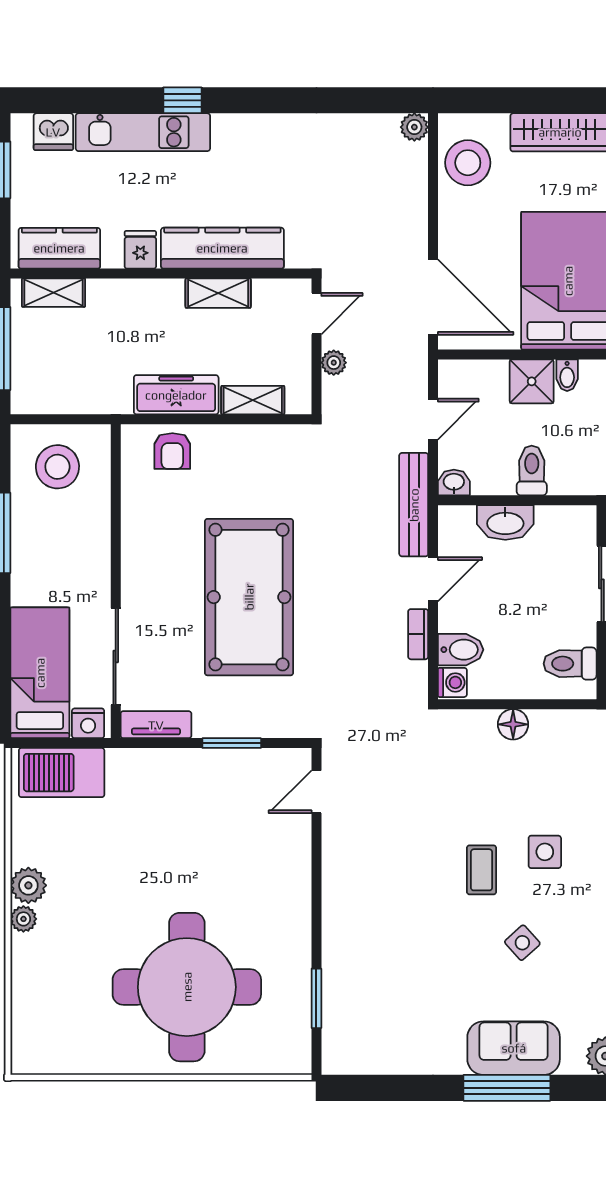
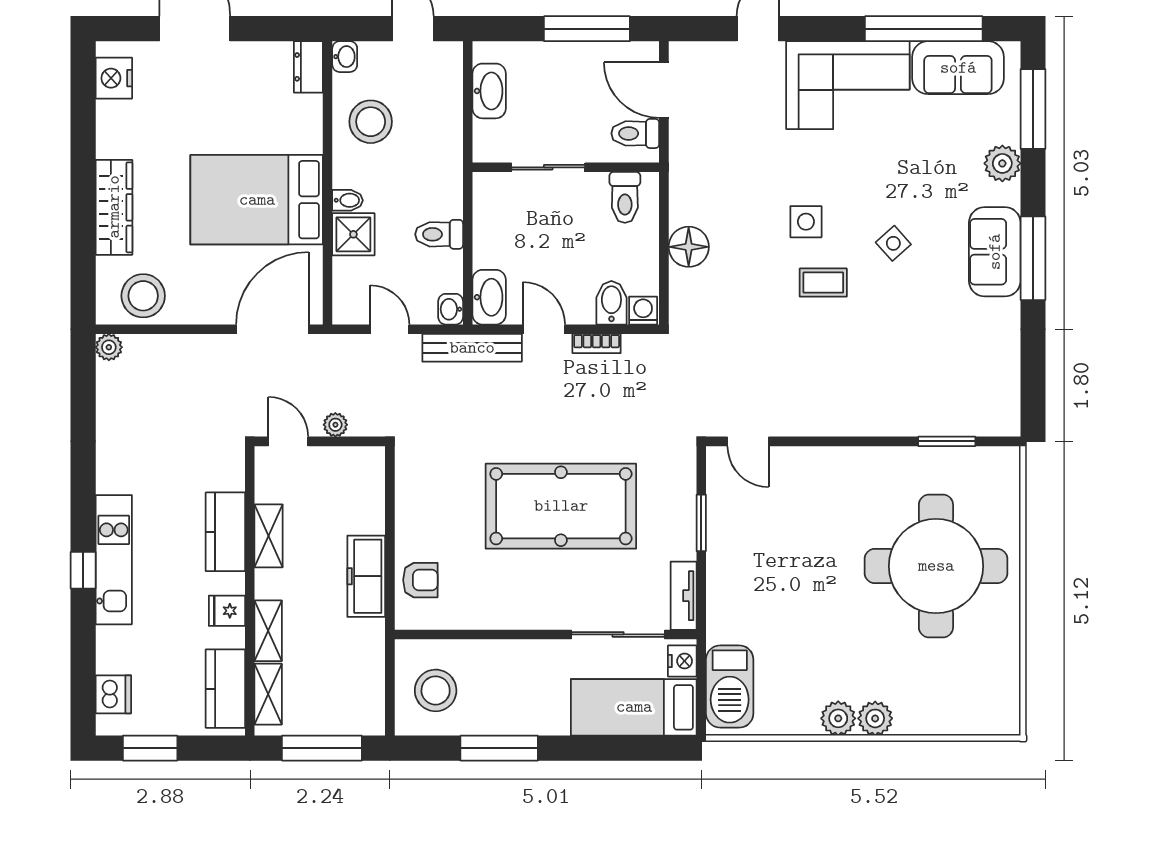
kitchen unit: (143, 132) -> (114, 560), moved
kitchen counter: (222, 248) -> (225, 532), width x0.67
shelving: (253, 400) -> (268, 631), moved
washbasin: (505, 522) -> (489, 297), moved
floor lamp: (513, 724) -> (689, 247), width x1.38, depth x1.38
plant: (23, 919) -> (875, 718), width x1.38, depth x1.38

